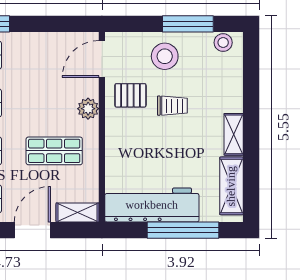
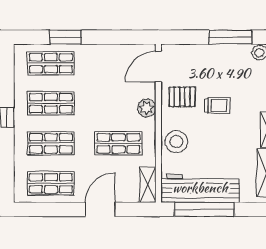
stool: (165, 56) -> (176, 142), moved
shelving: (77, 212) -> (148, 185), moved, turned 90
window: (183, 230) -> (204, 209), moved

